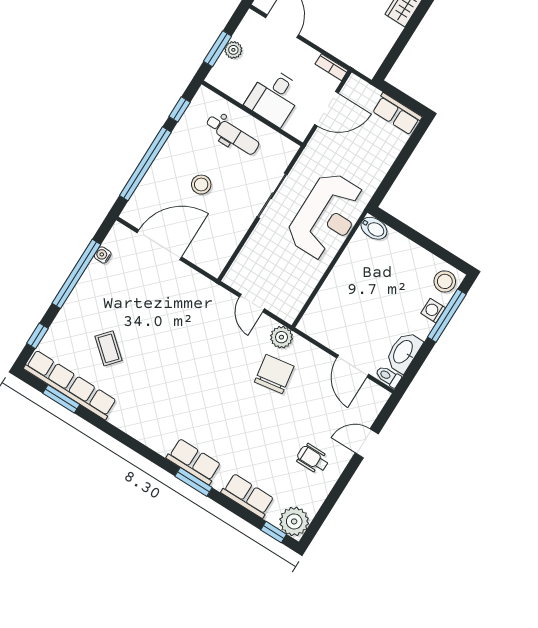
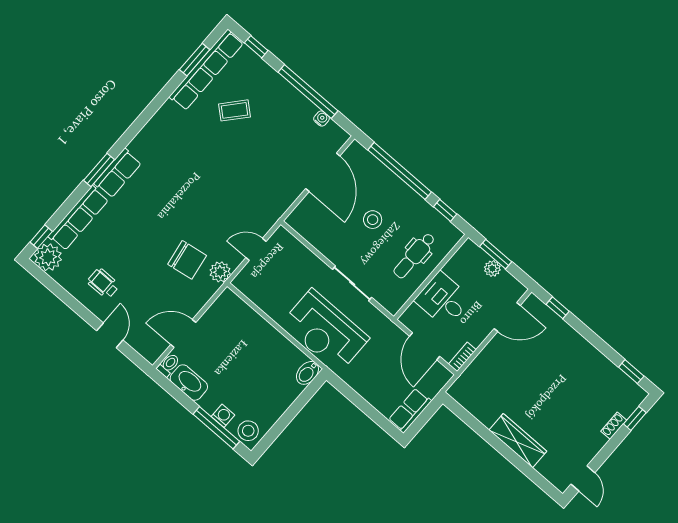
wheelchair: (313, 459) -> (103, 283), turned -90
row of seats: (248, 496) -> (78, 218), width x1.48

